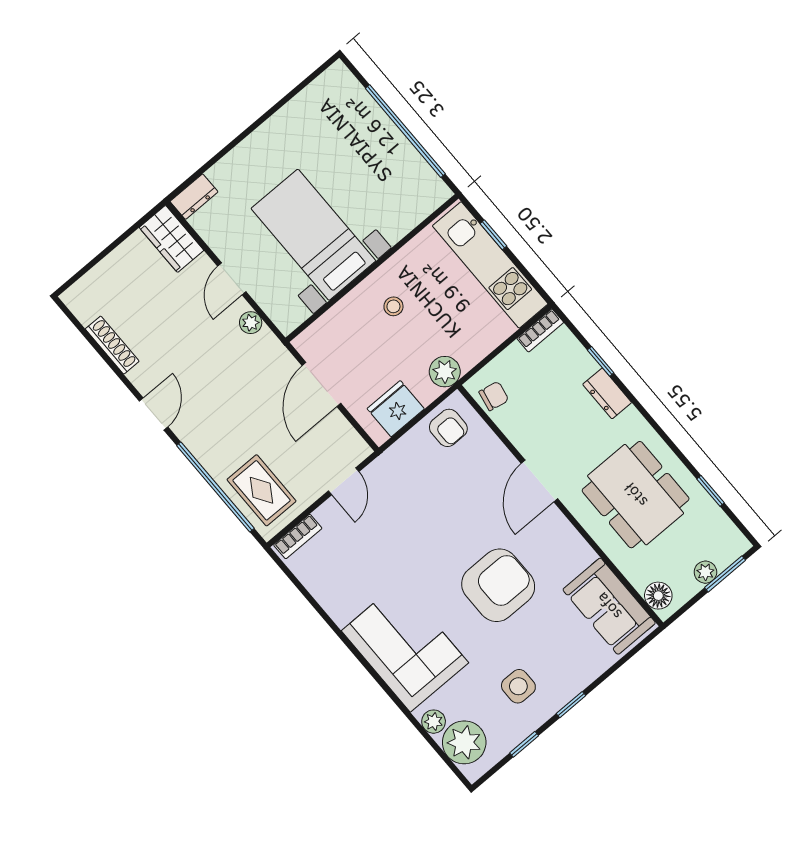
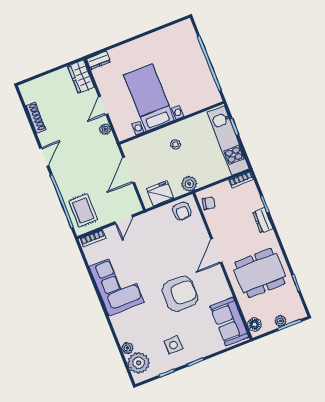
dining table: (636, 495) -> (260, 273), turned 90
corner sofa: (405, 647) -> (117, 284), moved

